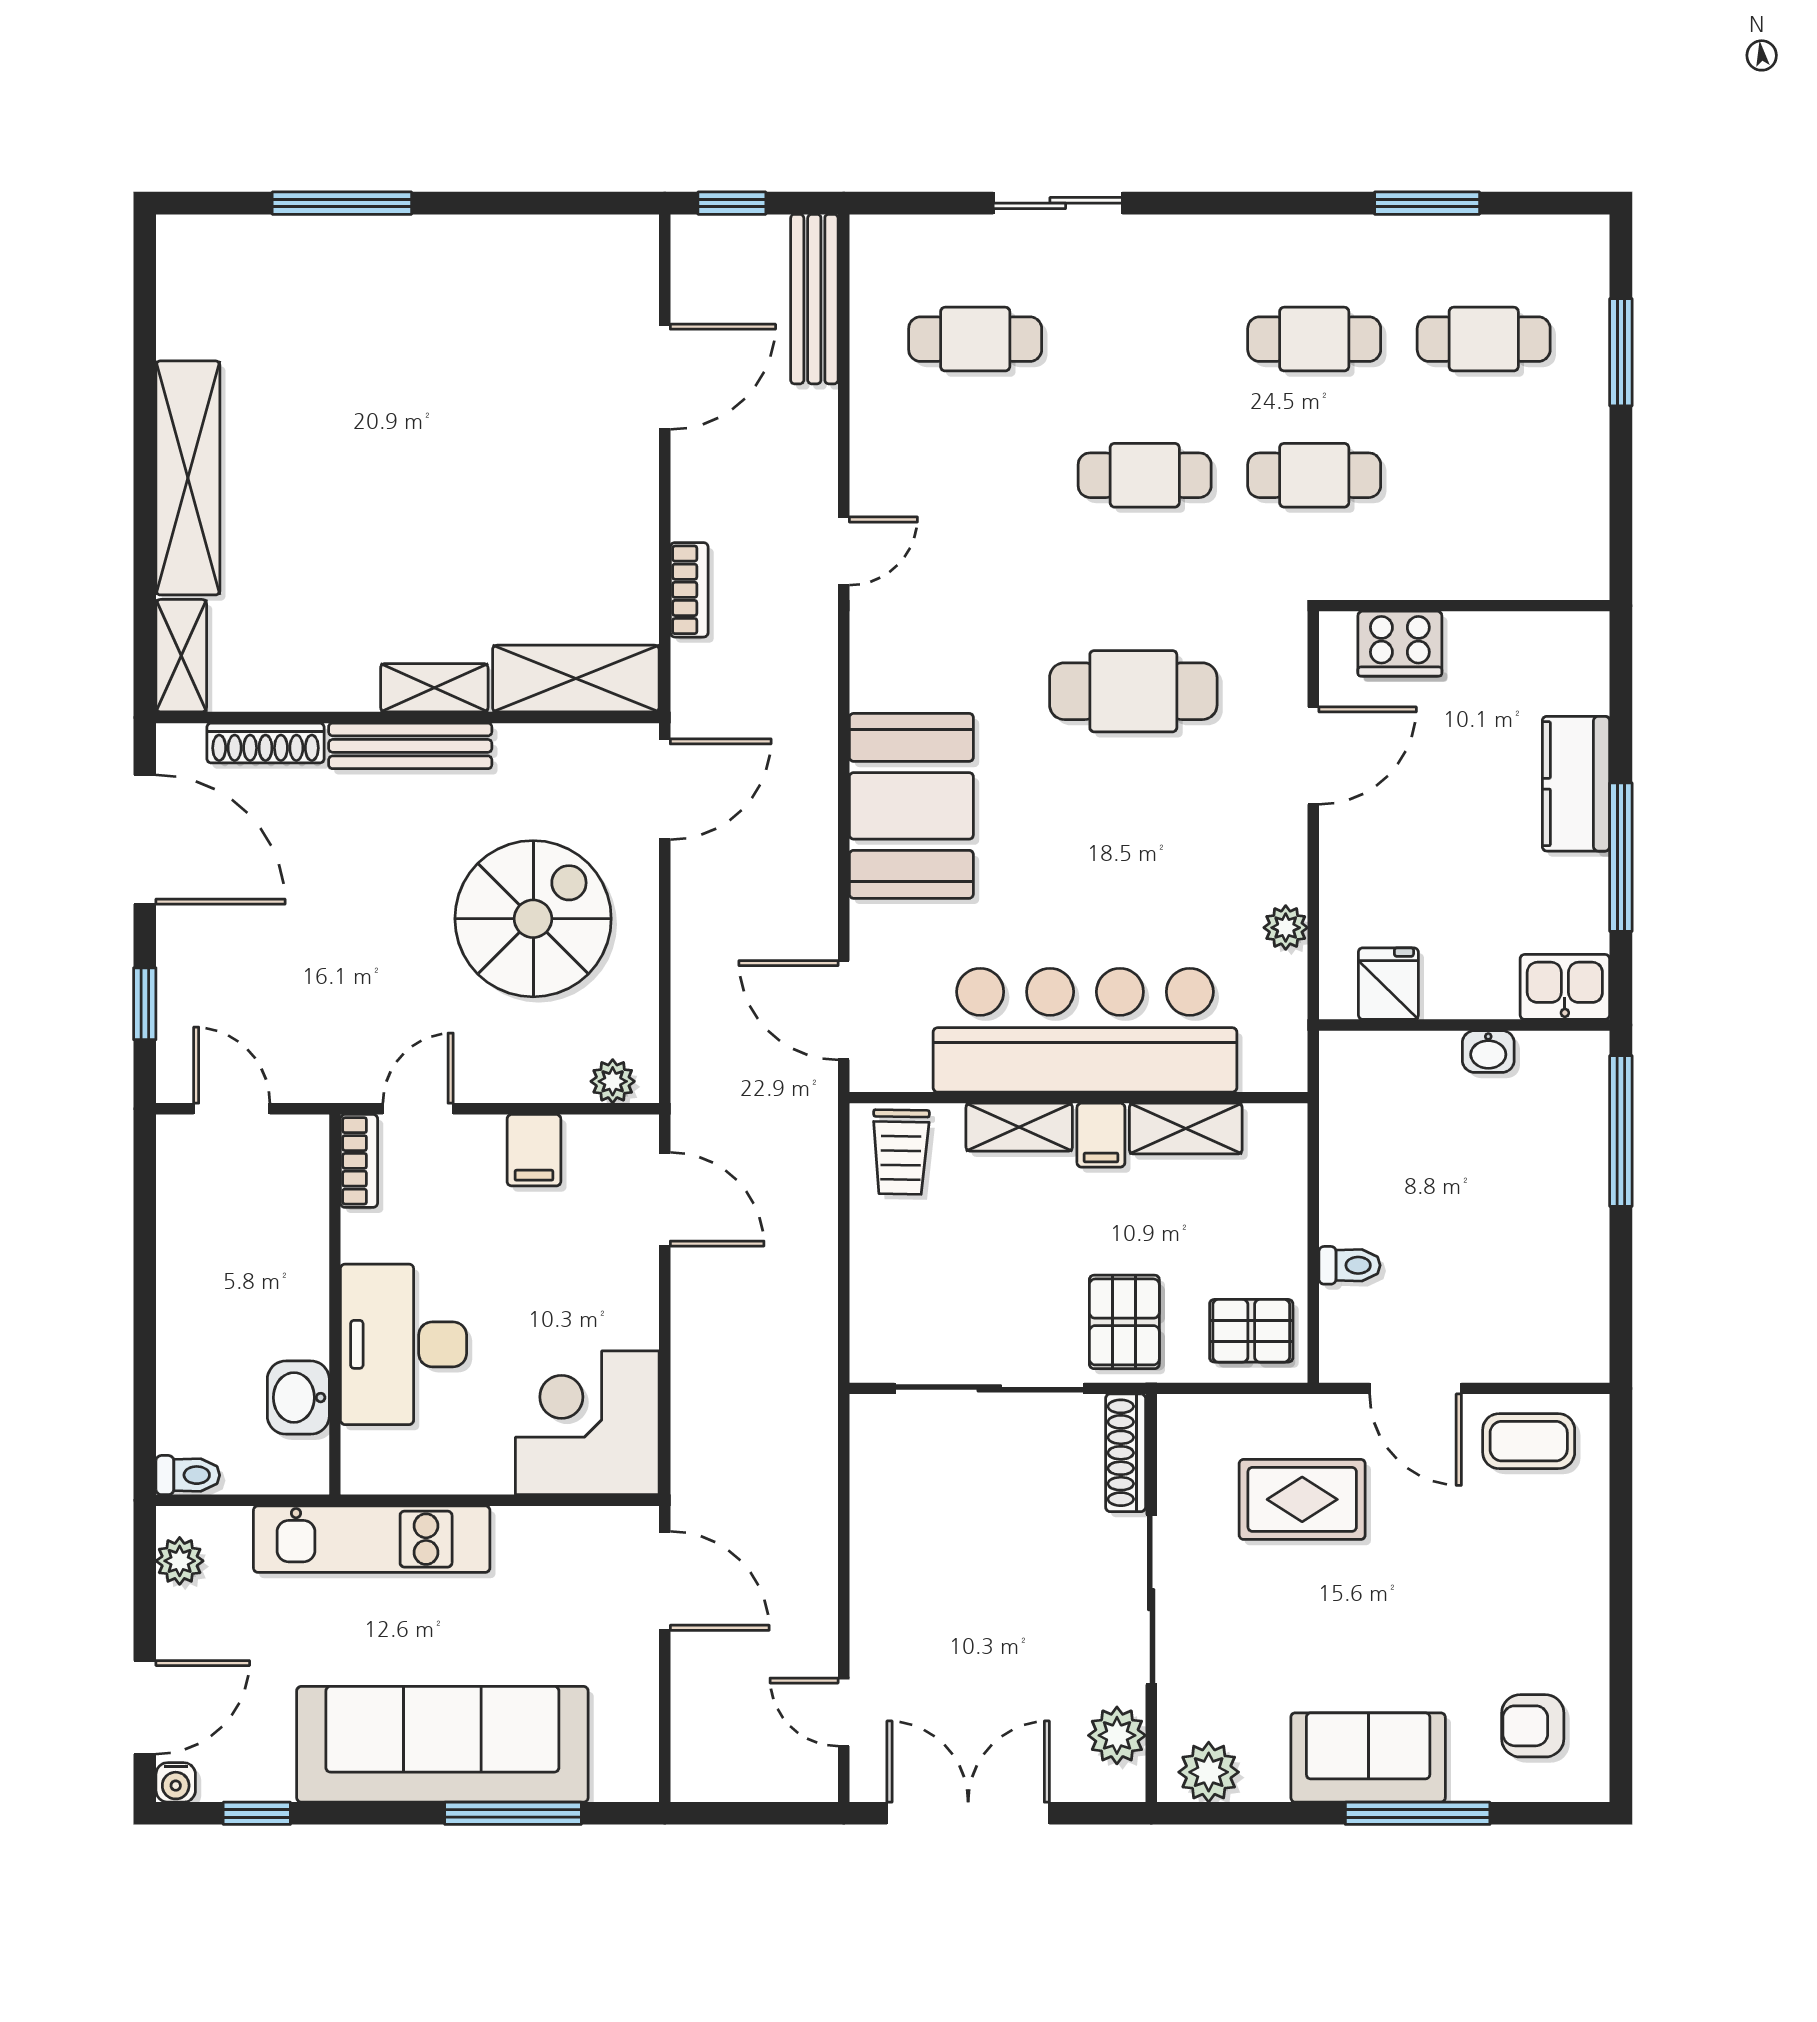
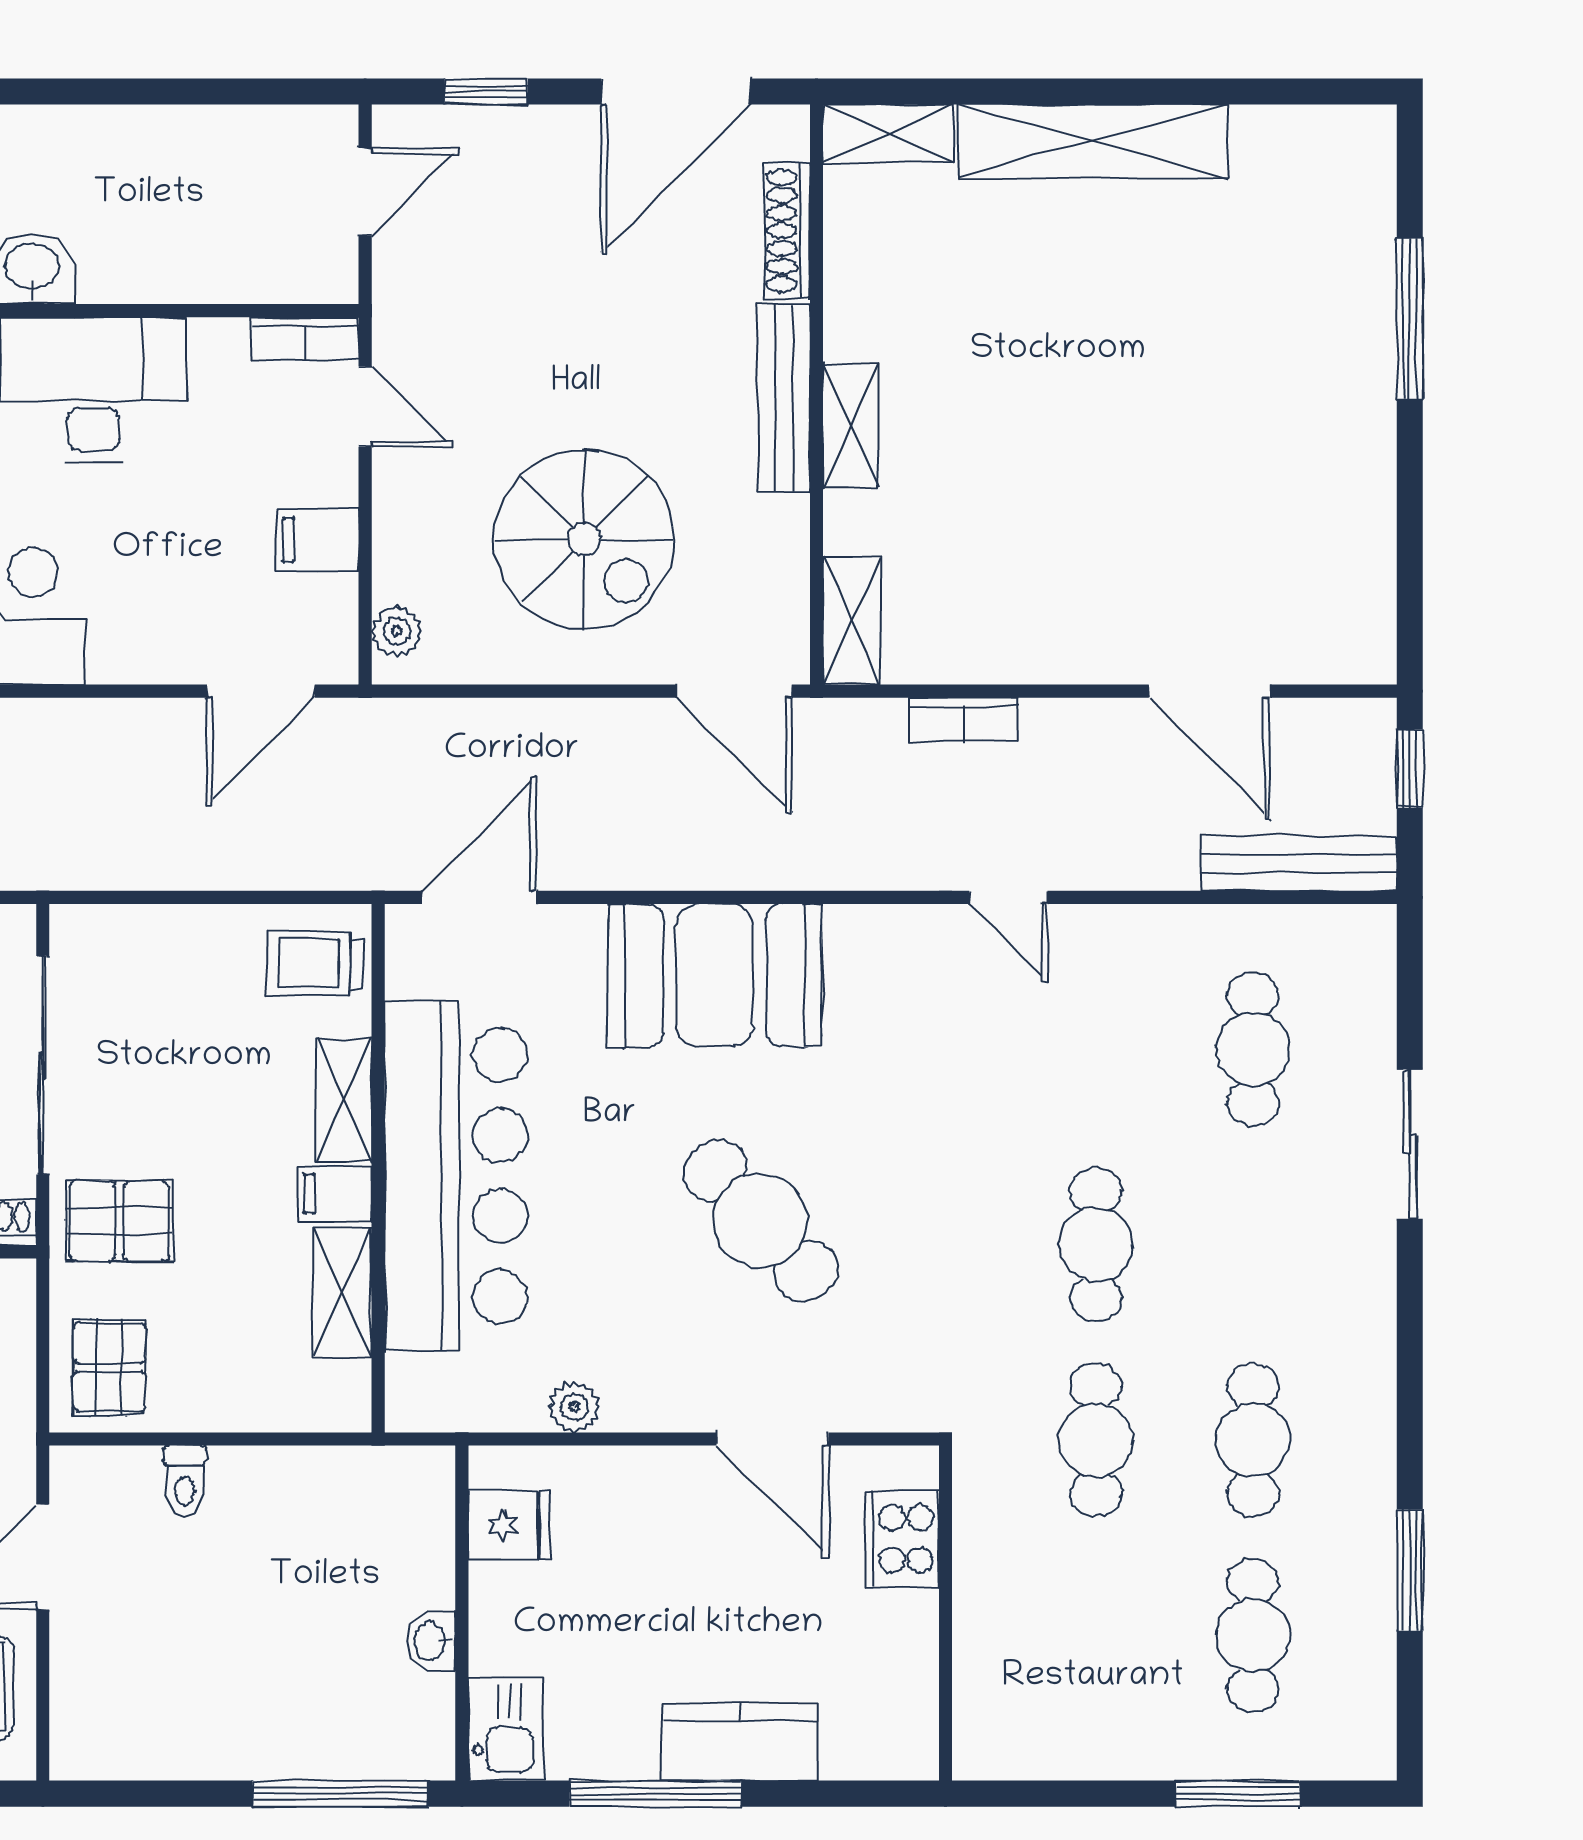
shelving: (576, 679) -> (852, 621), width x0.67, depth x0.75
cafe table: (1133, 691) -> (760, 1221), moved, turned -42

